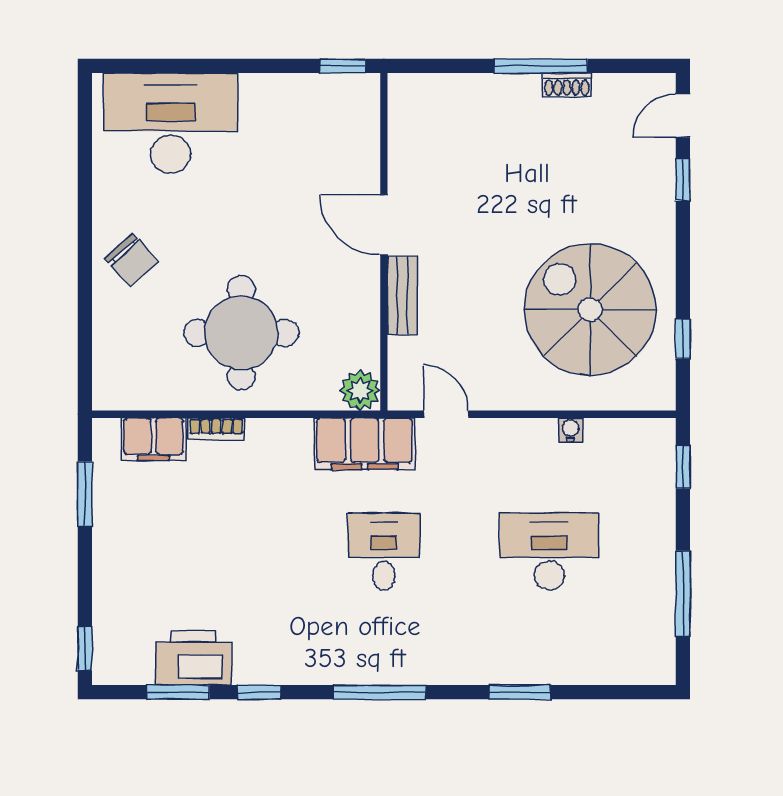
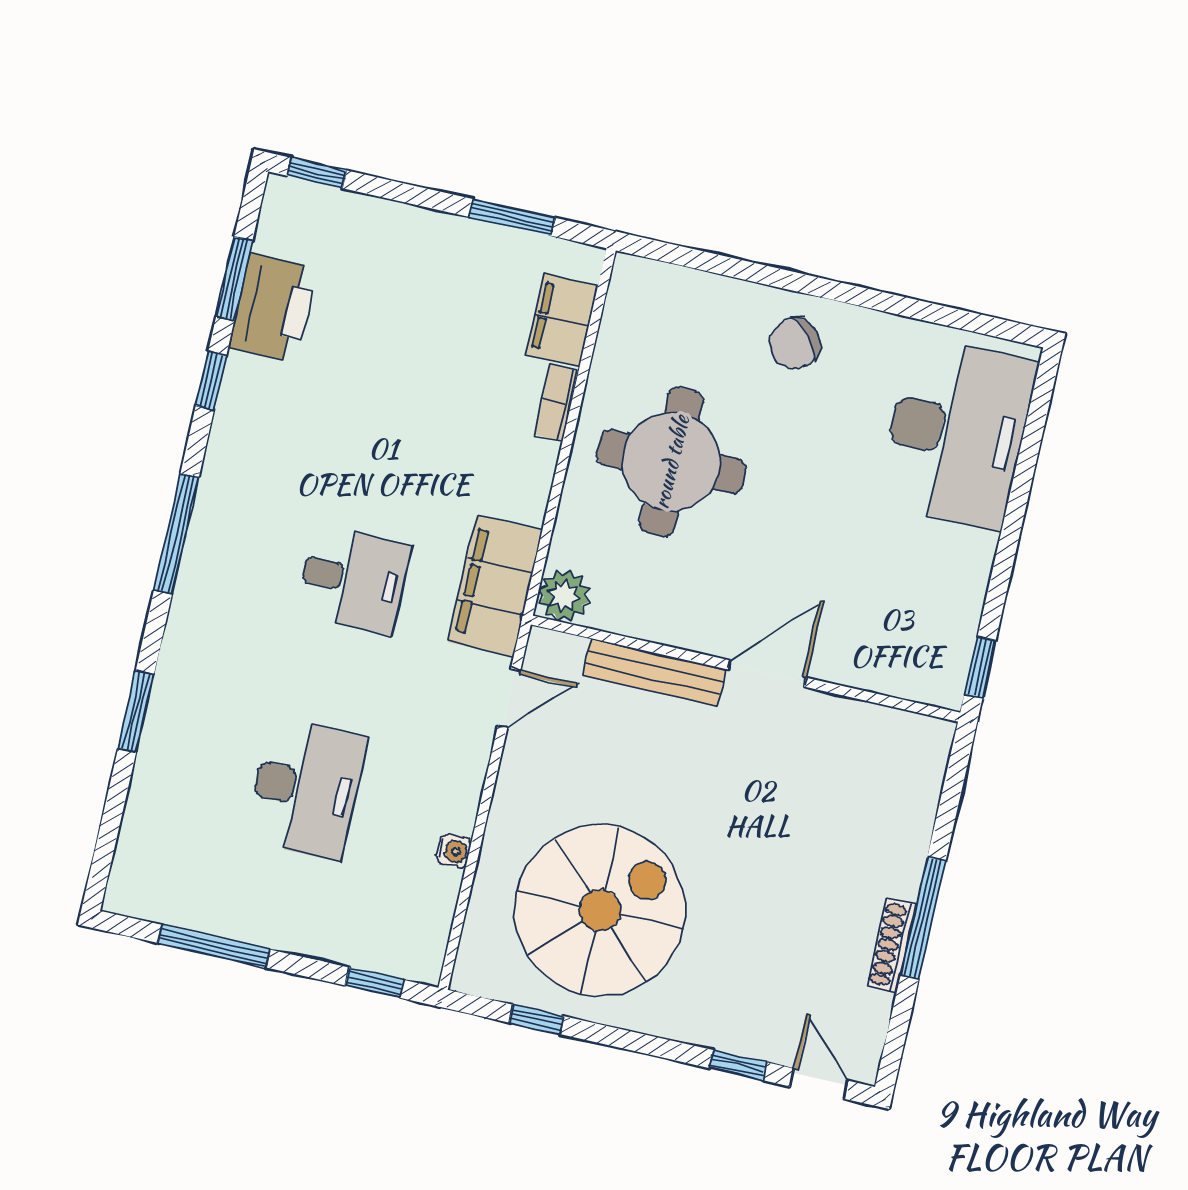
shoe rack: (567, 85) -> (892, 945), width x1.43
bench: (402, 296) -> (654, 672), width x1.36

